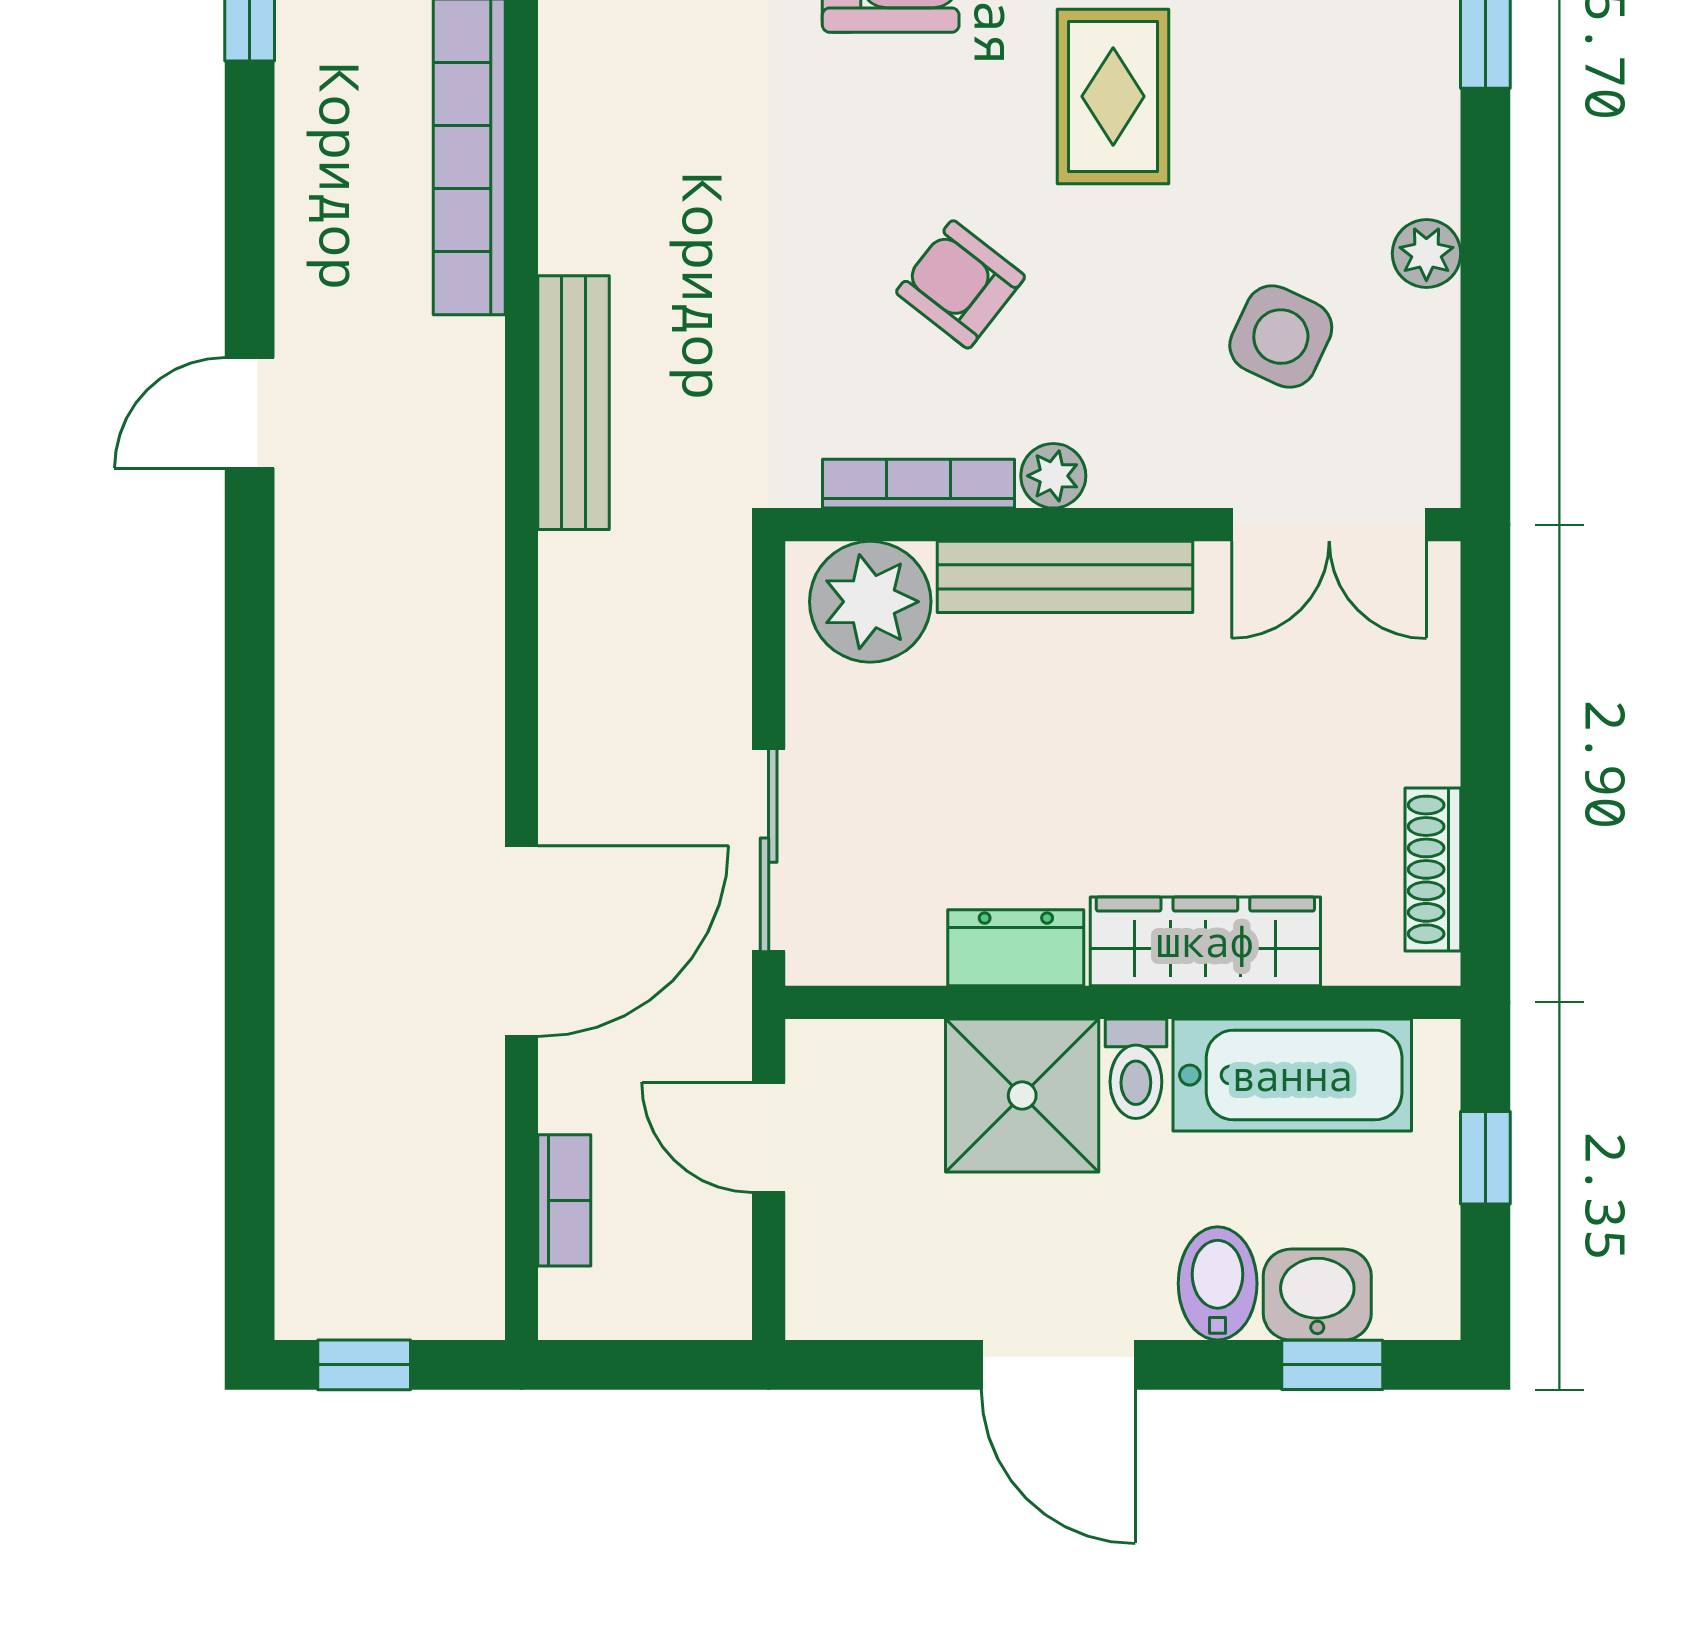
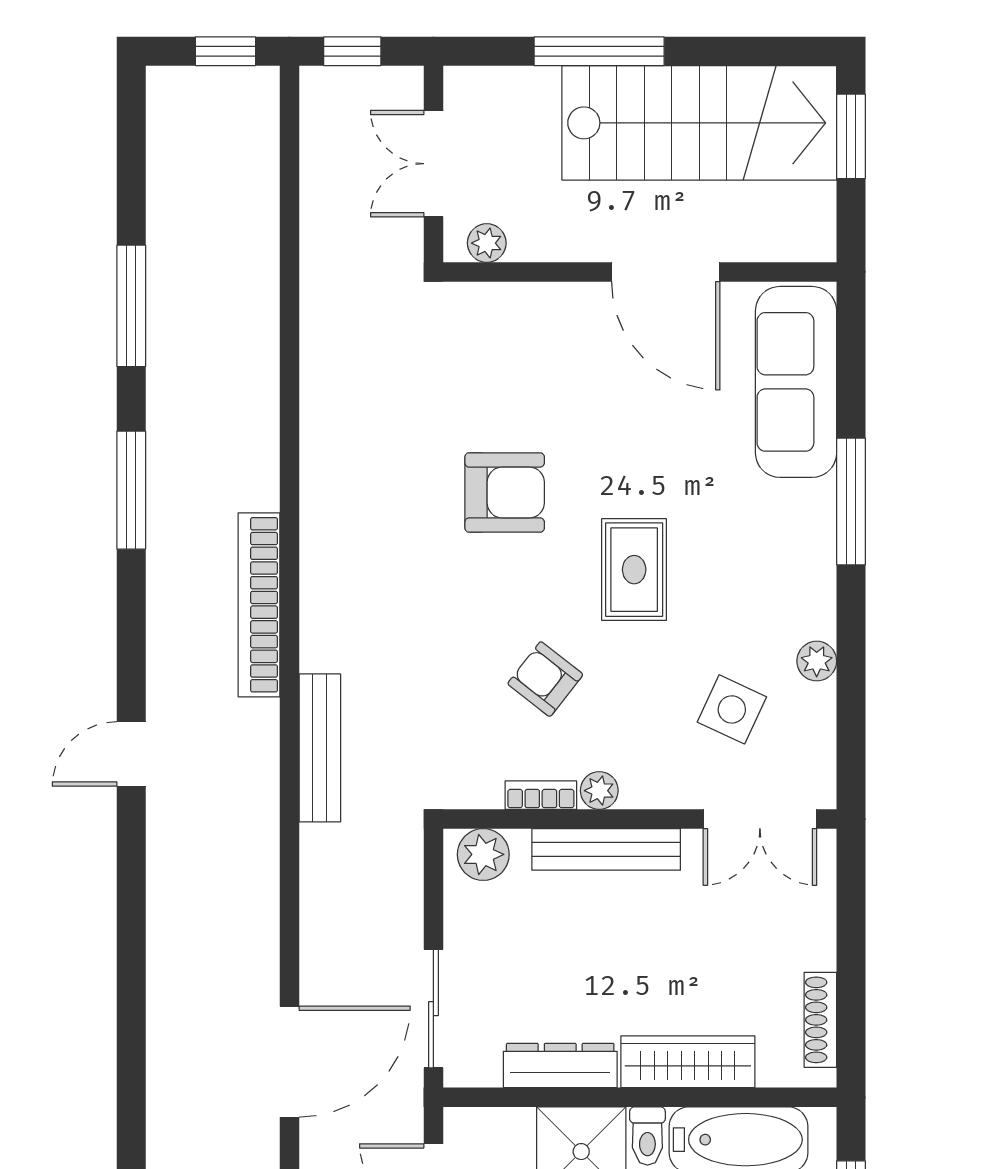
bookcase: (918, 484) -> (541, 795), width x0.64
plant: (870, 602) -> (483, 854), width x0.73, depth x0.73
dresser: (1016, 948) -> (560, 1066), width x1.44

